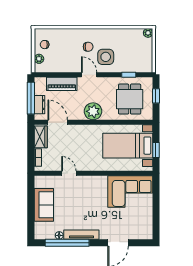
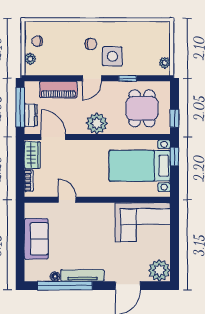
plant: (148, 33) -> (165, 63), moved
door: (89, 75) -> (92, 78), swing flipped
window: (129, 75) -> (128, 78), moved
window: (156, 96) -> (174, 118), moved
window: (156, 150) -> (174, 157), moved
plant: (144, 230) -> (159, 270), added

